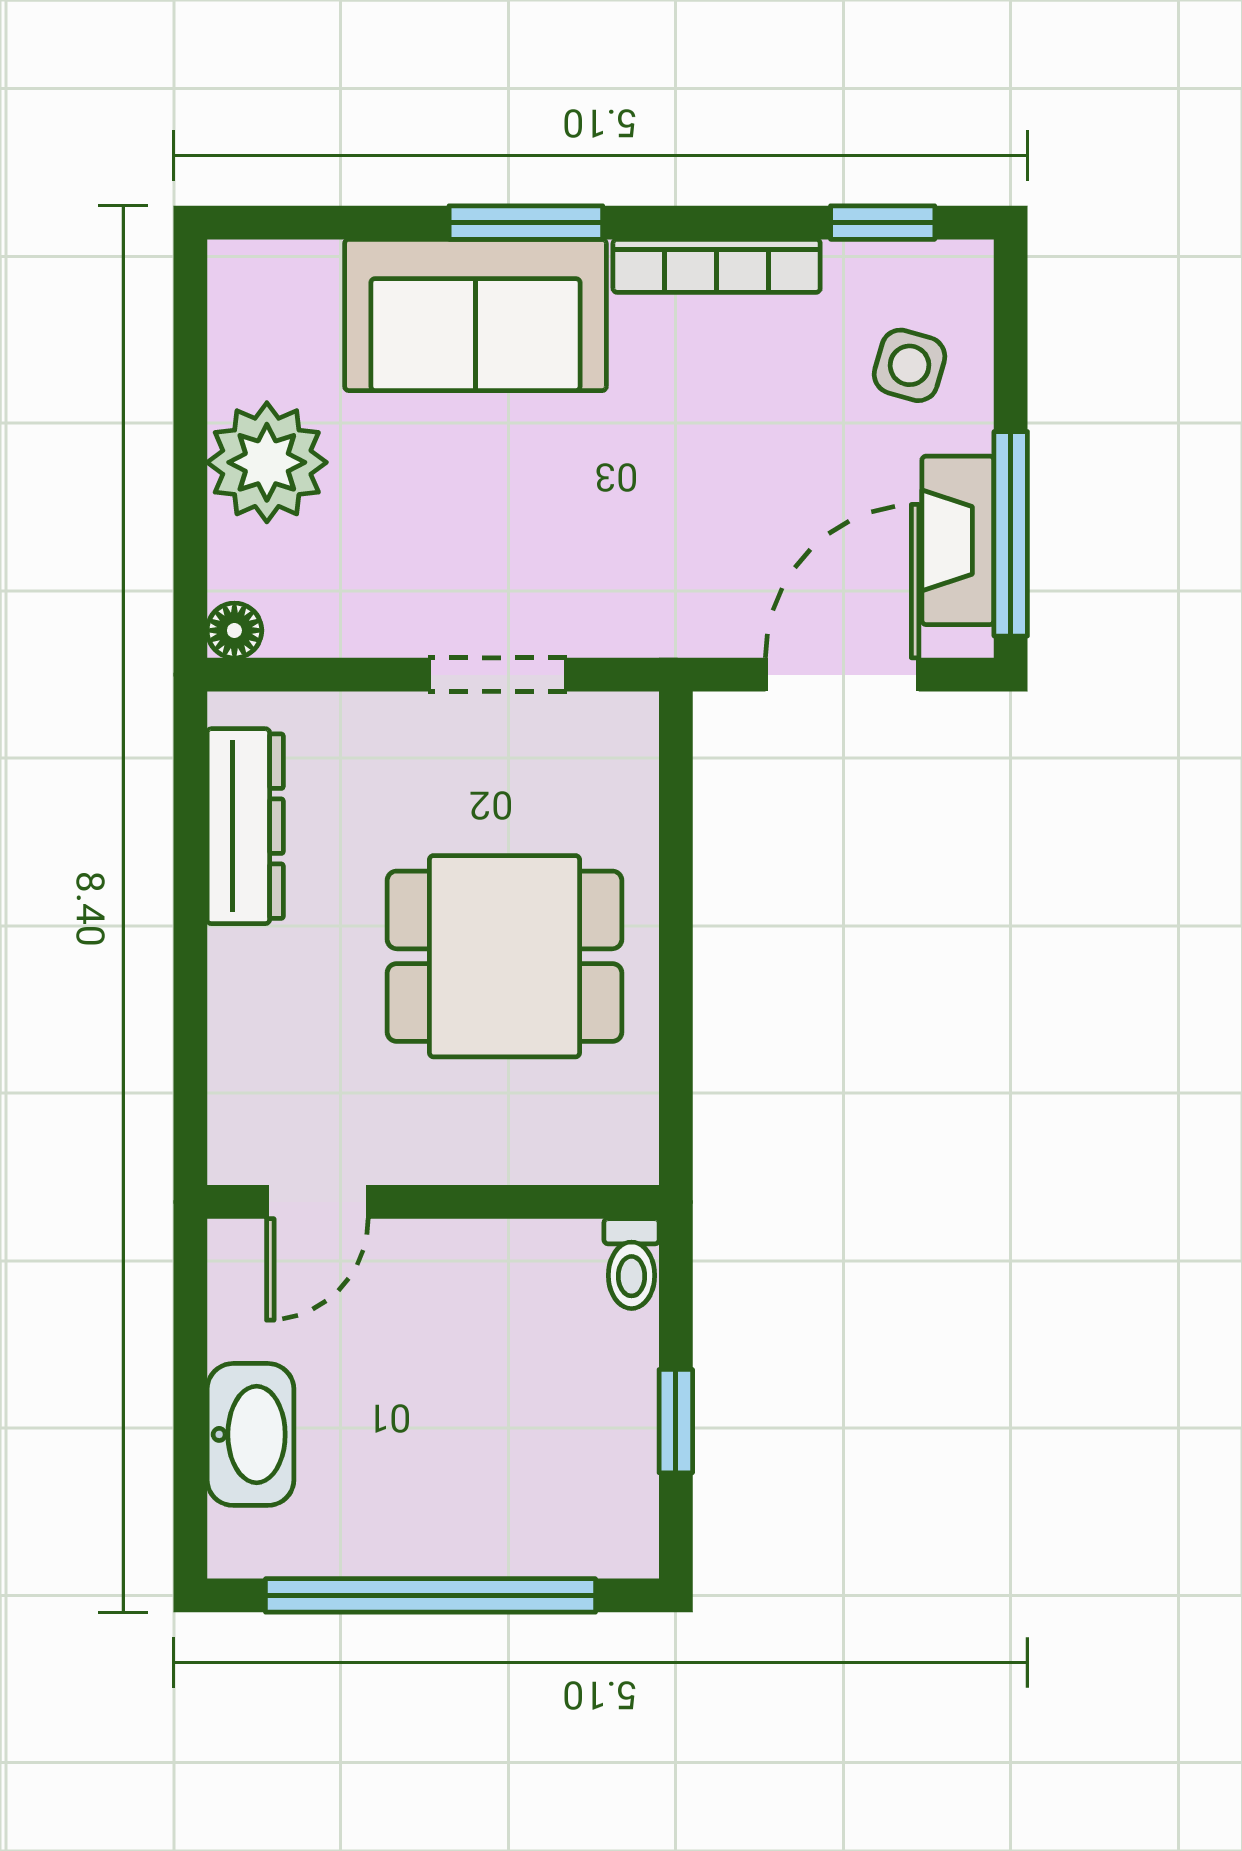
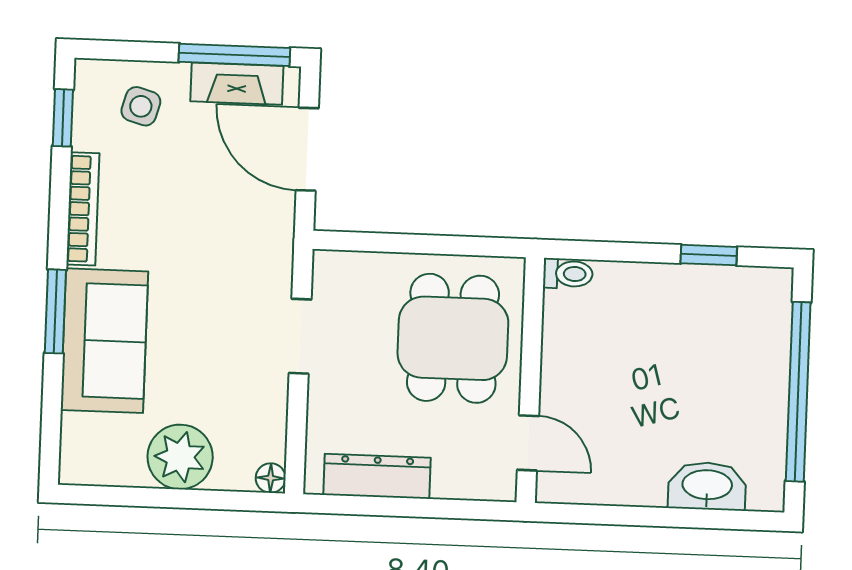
door: (317, 1202) -> (528, 443), moved
wall: (433, 1202) -> (530, 380), moved
toilet: (632, 1264) -> (568, 274), moved

